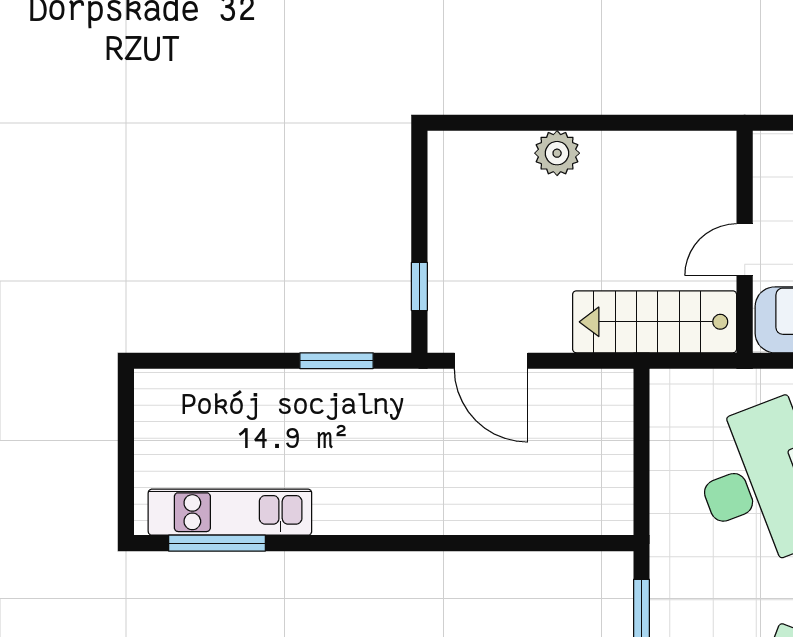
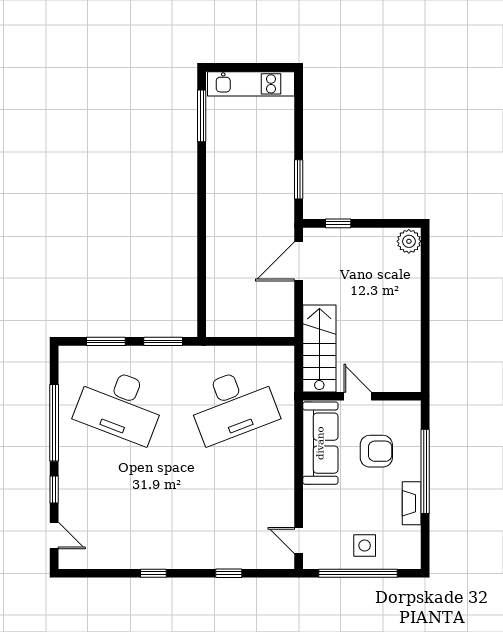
plant: (557, 153) -> (409, 241), moved
kitchen unit: (230, 512) -> (251, 84), moved, turned 90

